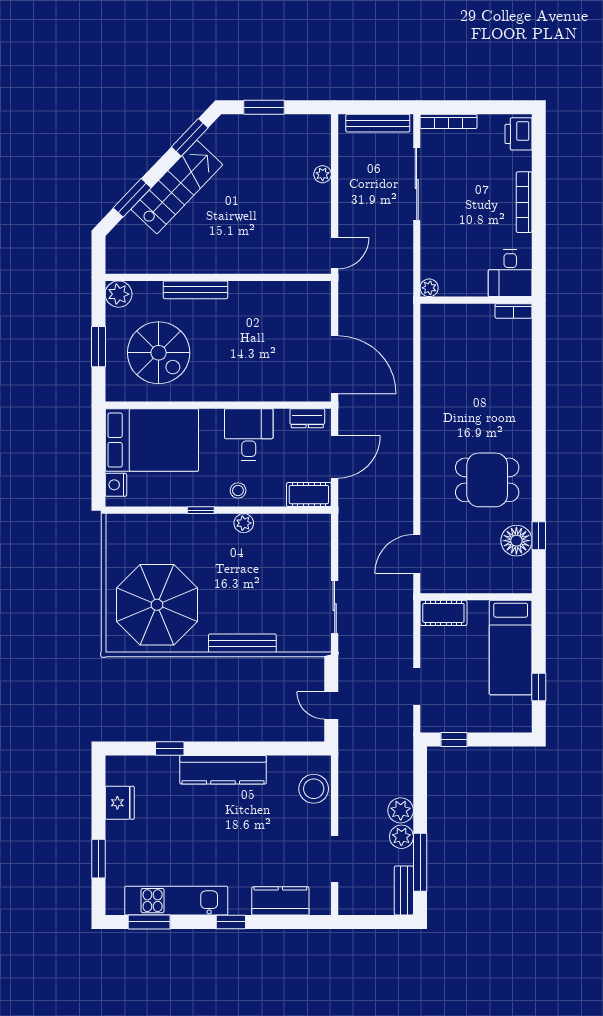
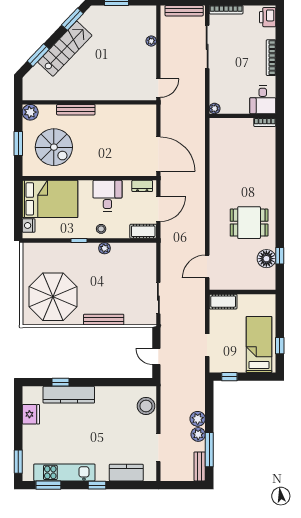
bed: (511, 648) -> (259, 345), moved, turned 180
kitchen counter: (223, 770) -> (69, 395), moved
window: (98, 859) -> (18, 462), moved

